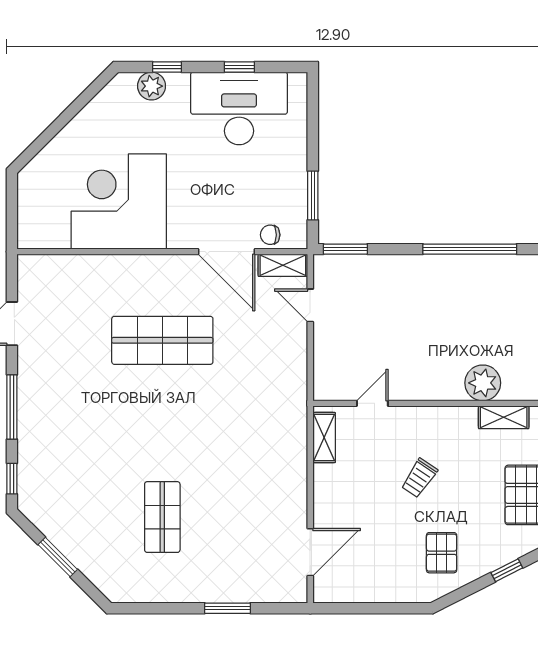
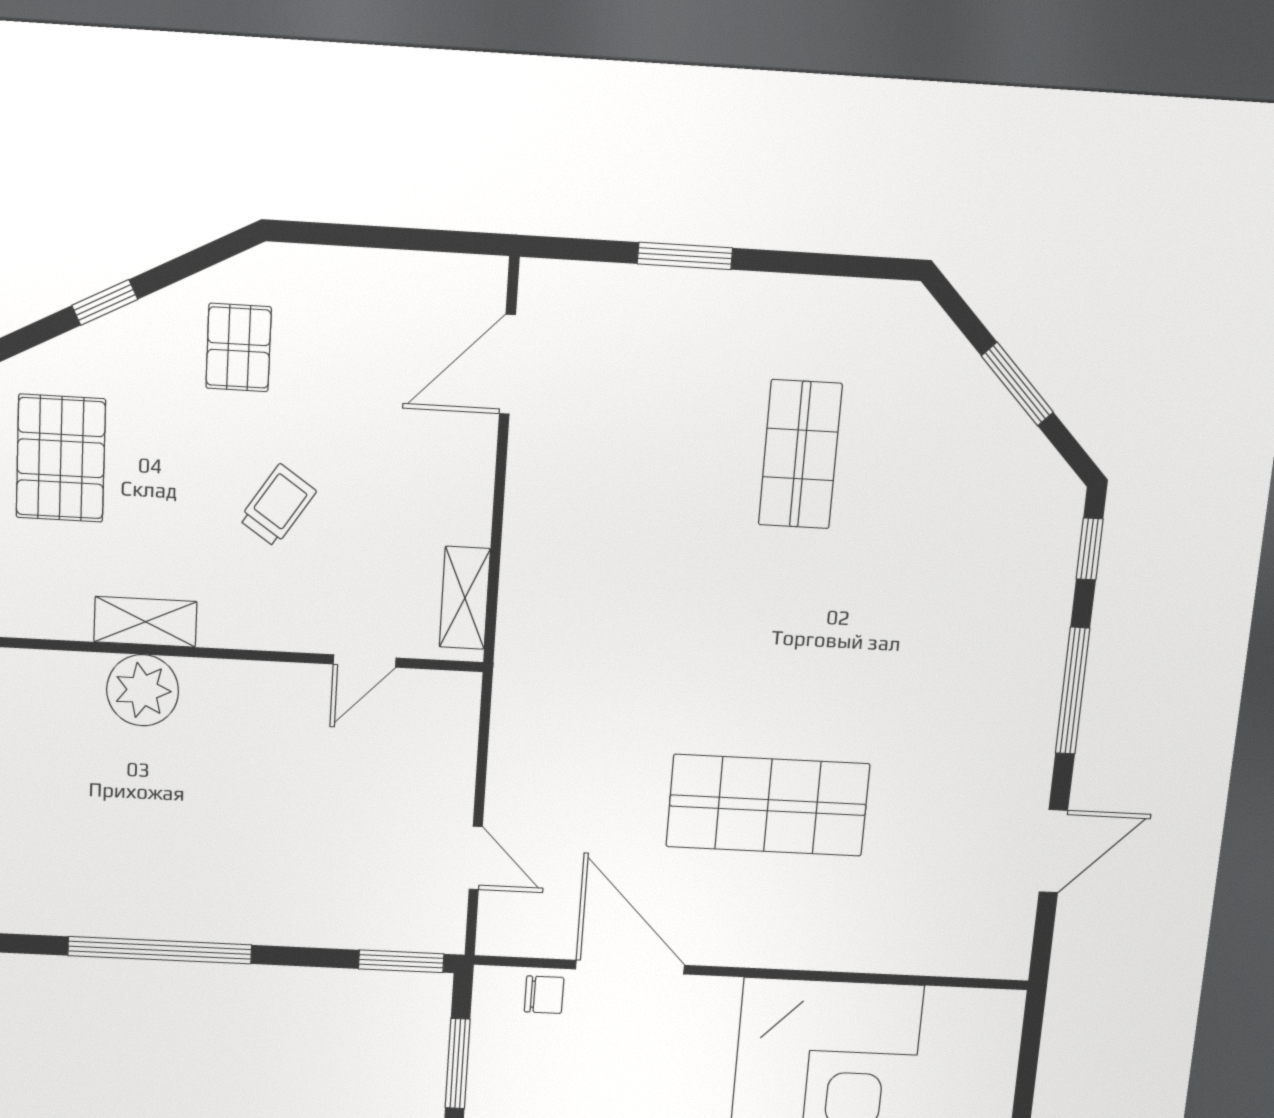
shelving: (283, 265) -> (523, 936), removed
shelving: (504, 417) -> (145, 622), moved

